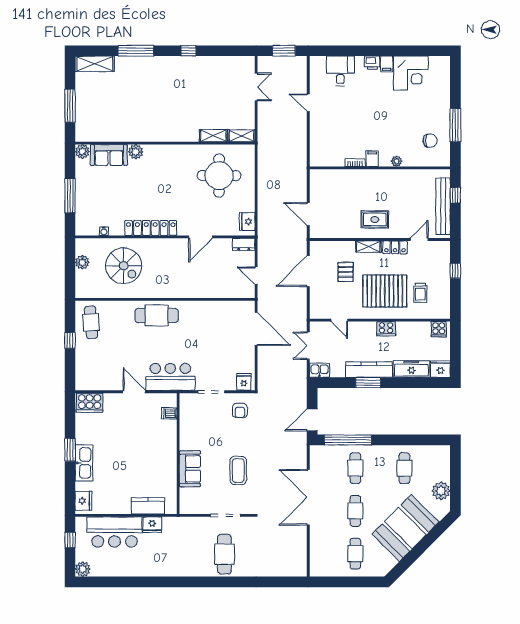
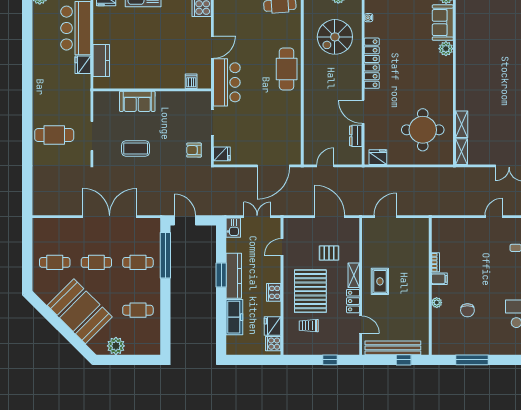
chair: (430, 141) -> (467, 310), moved
dresser: (244, 244) -> (356, 136), moved
fridge: (440, 369) -> (273, 326), moved, turned 180

